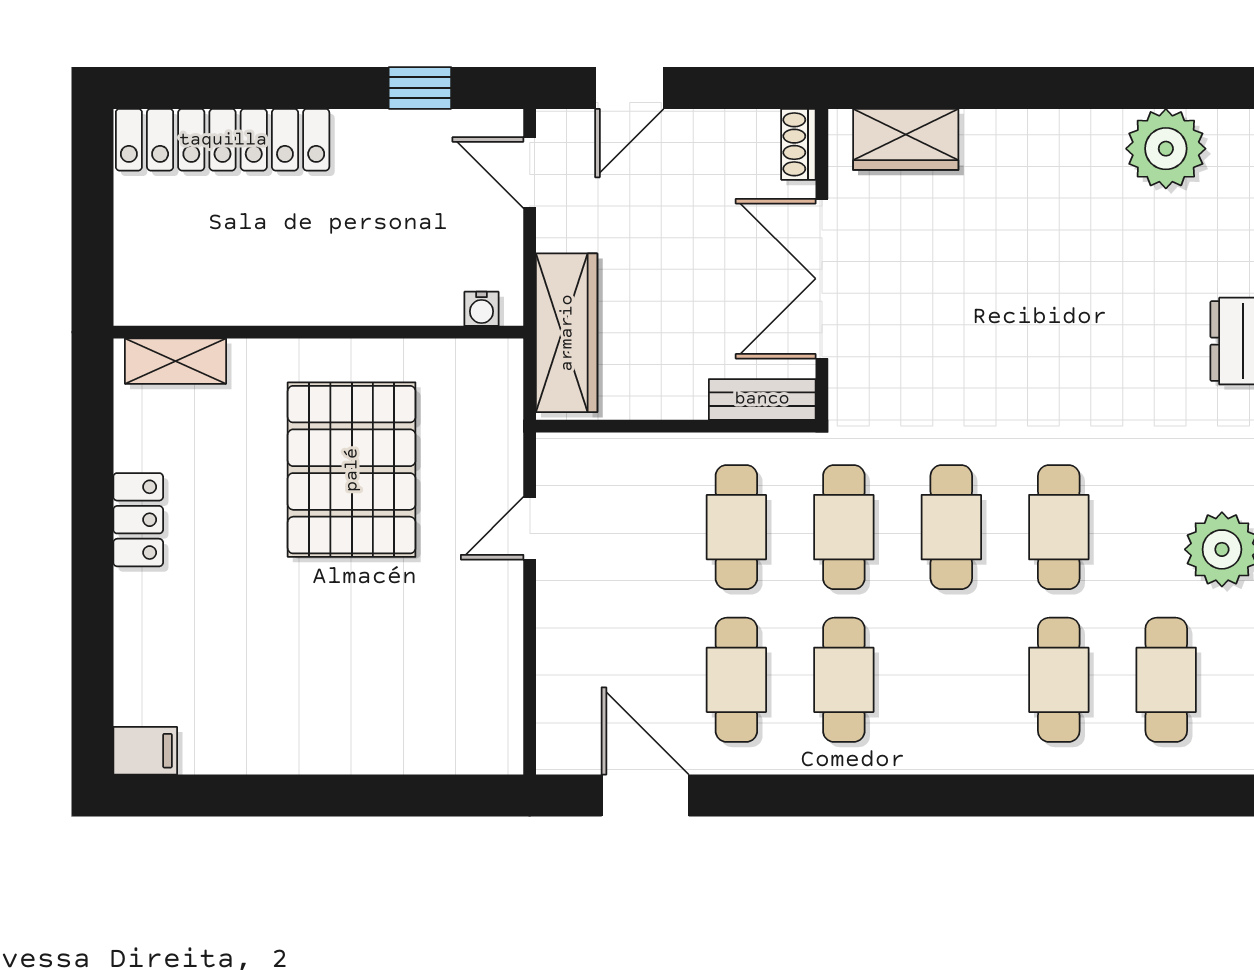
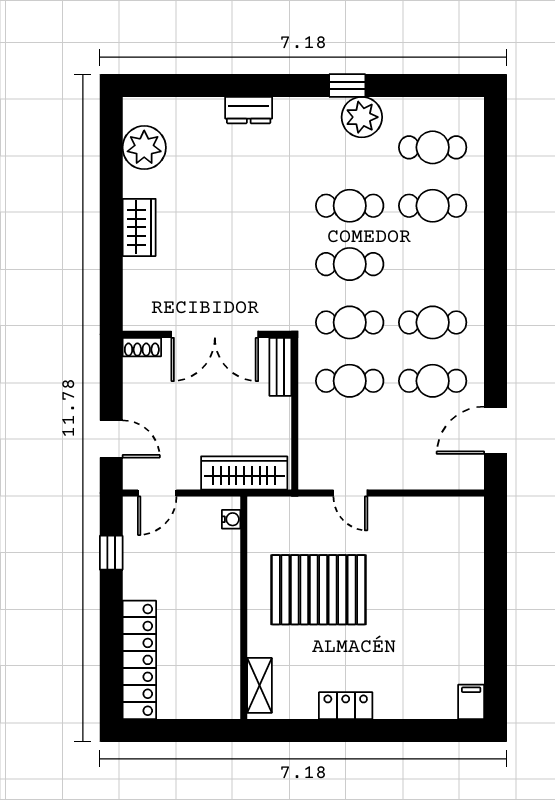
wardrobe: (906, 139) -> (139, 227), moved

